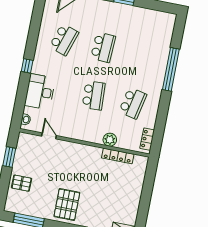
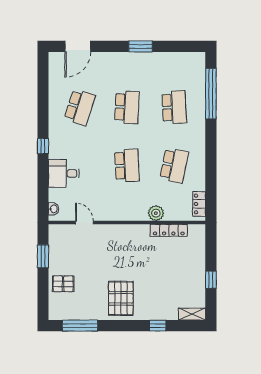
school desk: (142, 55) -> (174, 107), added
window: (171, 69) -> (211, 94), moved
desk: (40, 92) -> (64, 173), width x0.73
window: (145, 204) -> (211, 280), added

